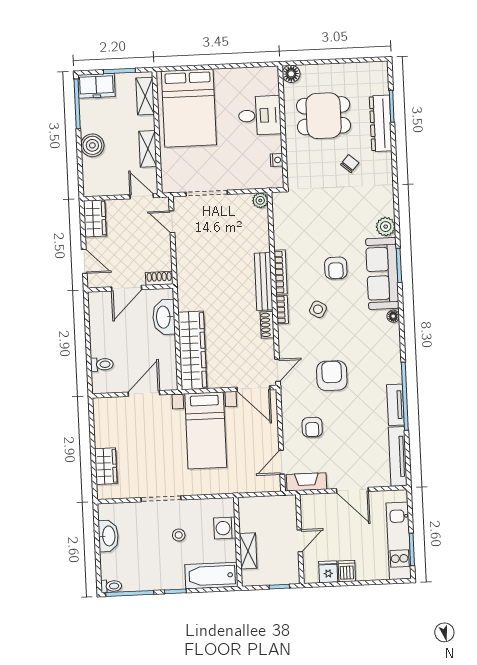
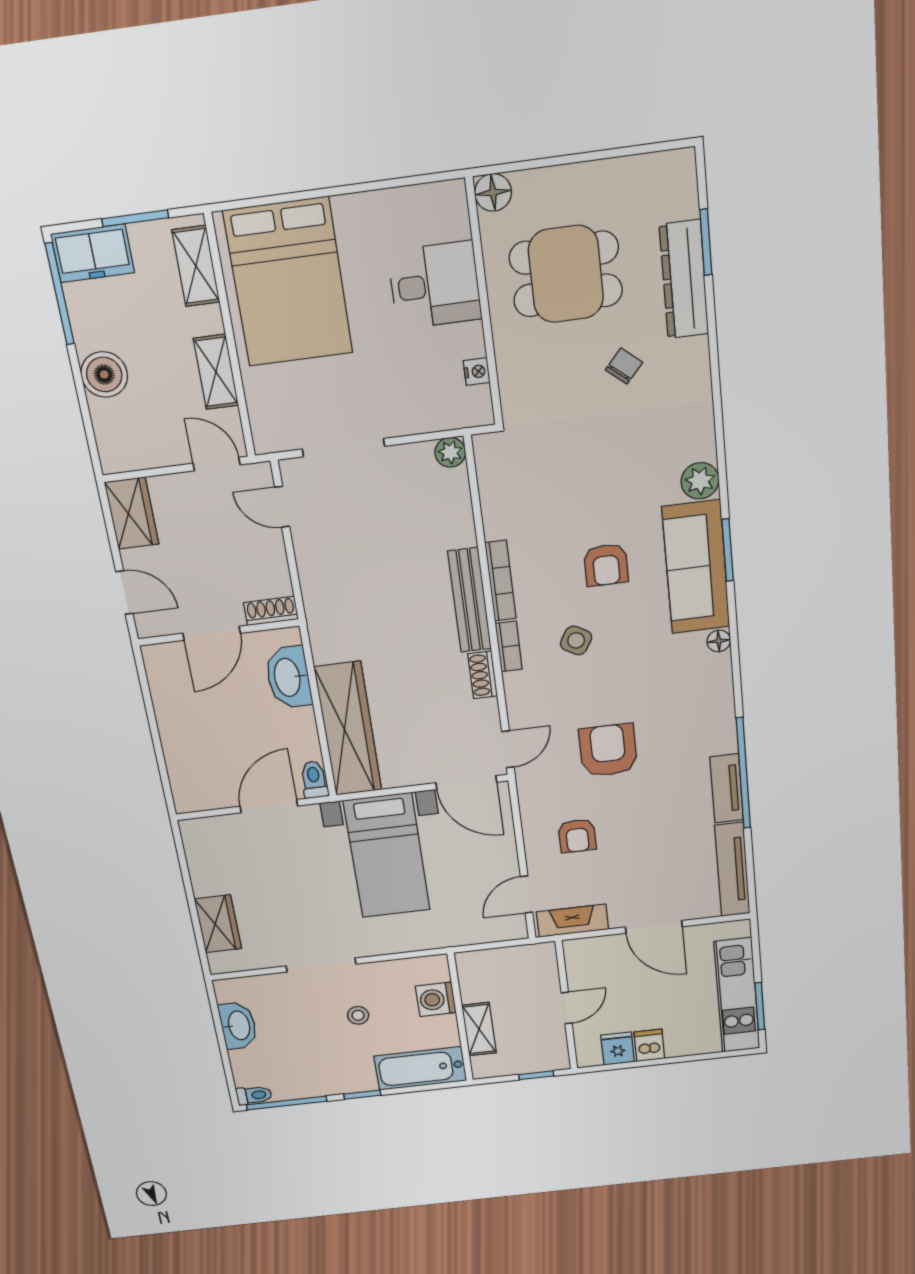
toilet: (102, 364) -> (314, 780), moved, turned -90

